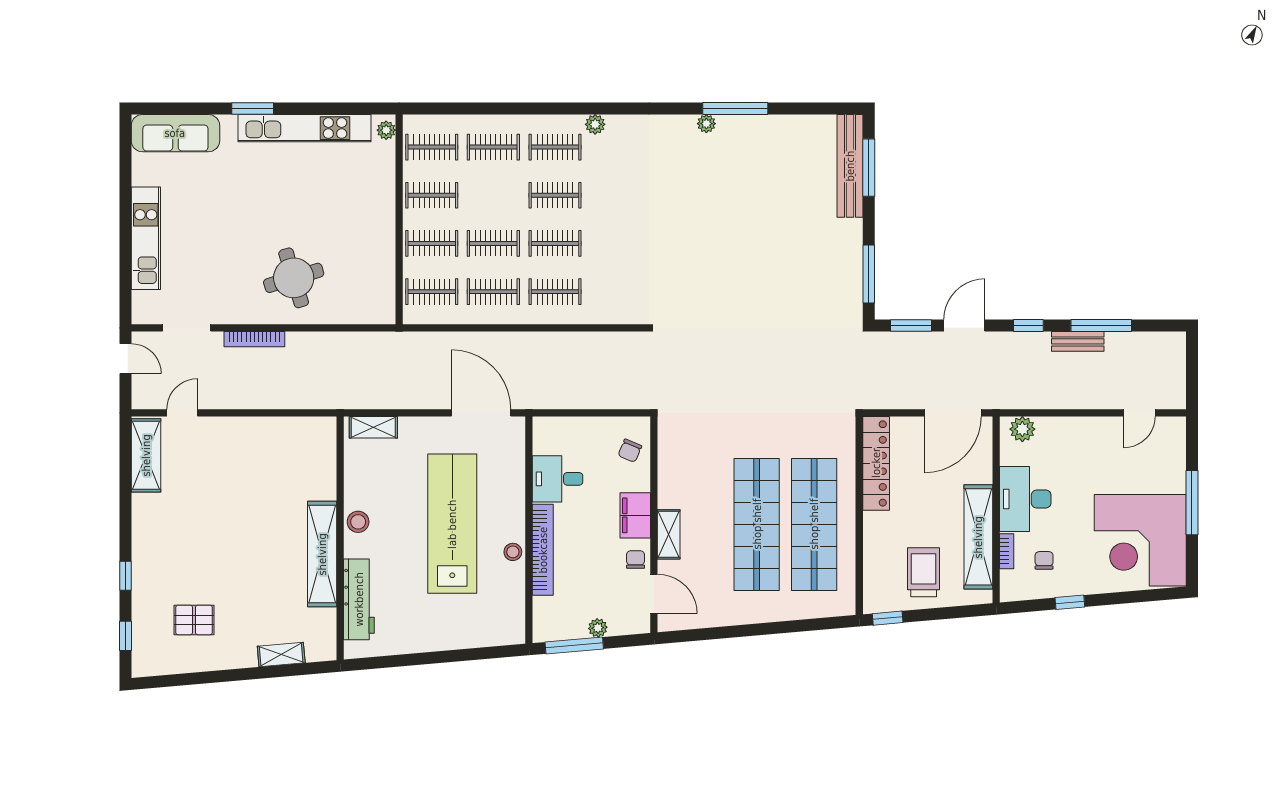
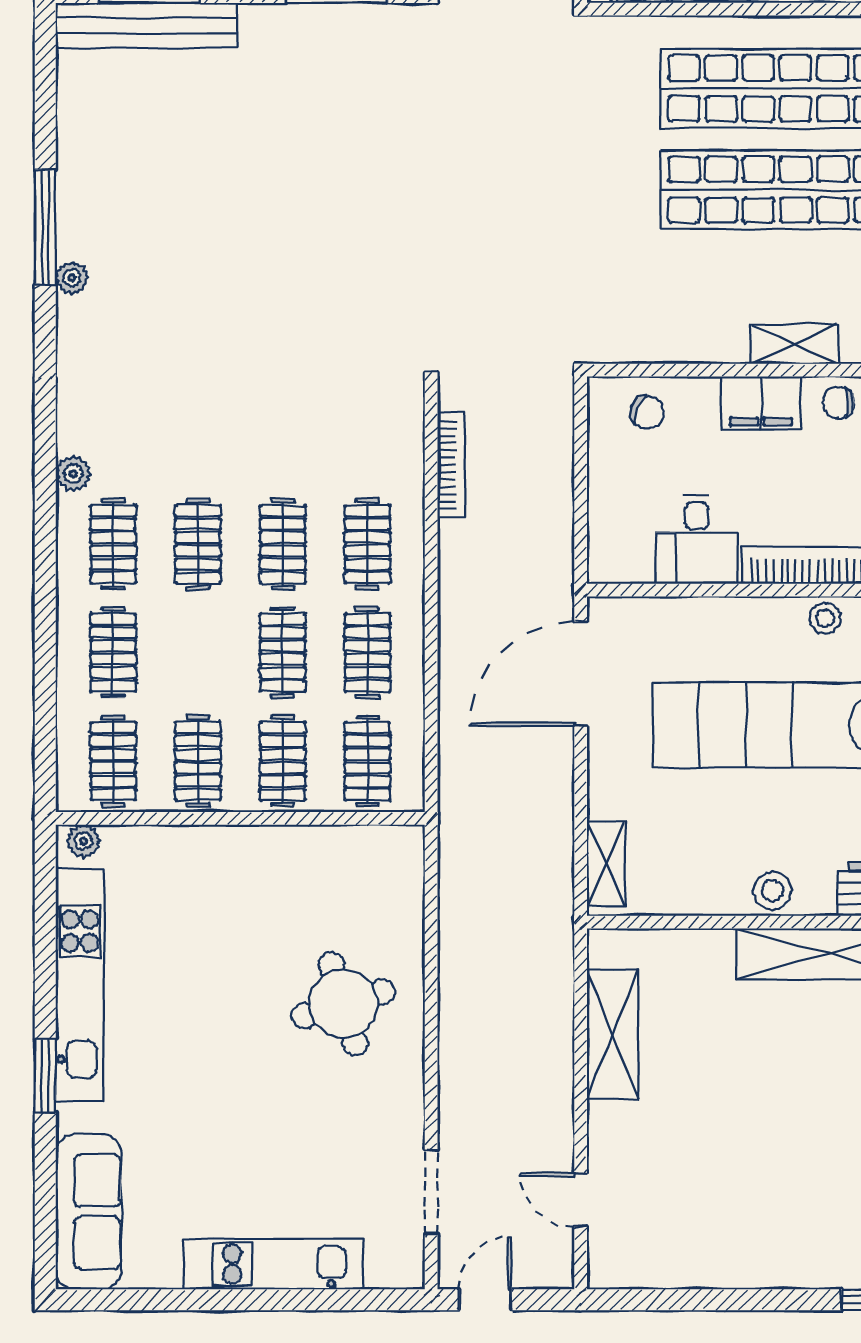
bookcase: (254, 339) -> (451, 465), moved
shelving: (146, 455) -> (613, 1034), moved, turned 90

